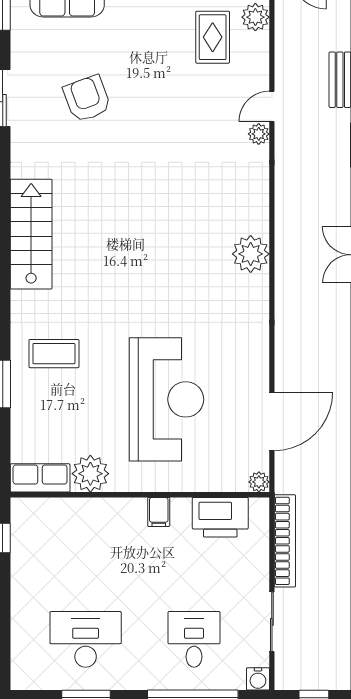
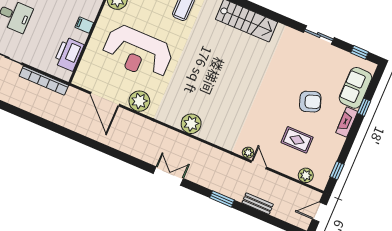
rug: (213, 37) -> (297, 140), moved
armchair: (87, 99) -> (310, 102), moved
plant: (259, 482) -> (139, 101), moved, width x1.88, depth x1.88

